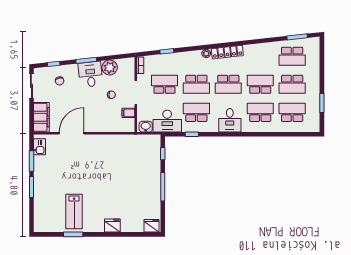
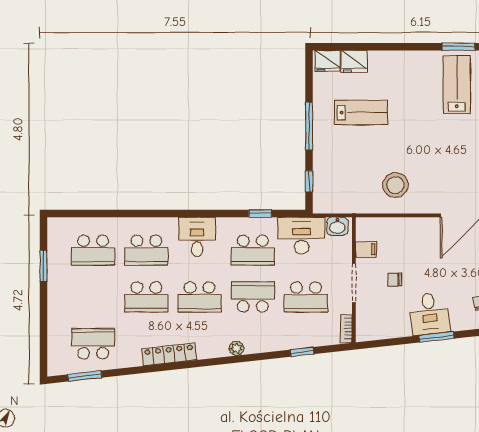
locker: (227, 52) -> (169, 354), moved
plant: (110, 67) -> (398, 325), removed
school desk: (228, 84) -> (200, 297), turned 180
school desk: (292, 84) -> (93, 297), removed
stool: (111, 151) -> (395, 185), added
lab bench: (131, 195) -> (361, 112), added
fridge: (112, 226) -> (354, 61), moved

